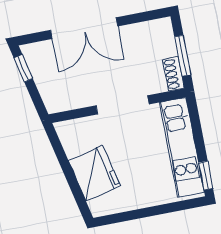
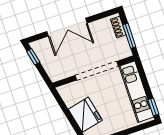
shoe rack: (173, 74) -> (118, 27), moved
doorway: (122, 105) -> (97, 71), width x1.36

